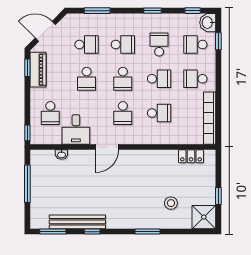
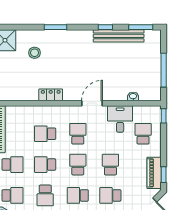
locker: (191, 156) -> (51, 95), moved

